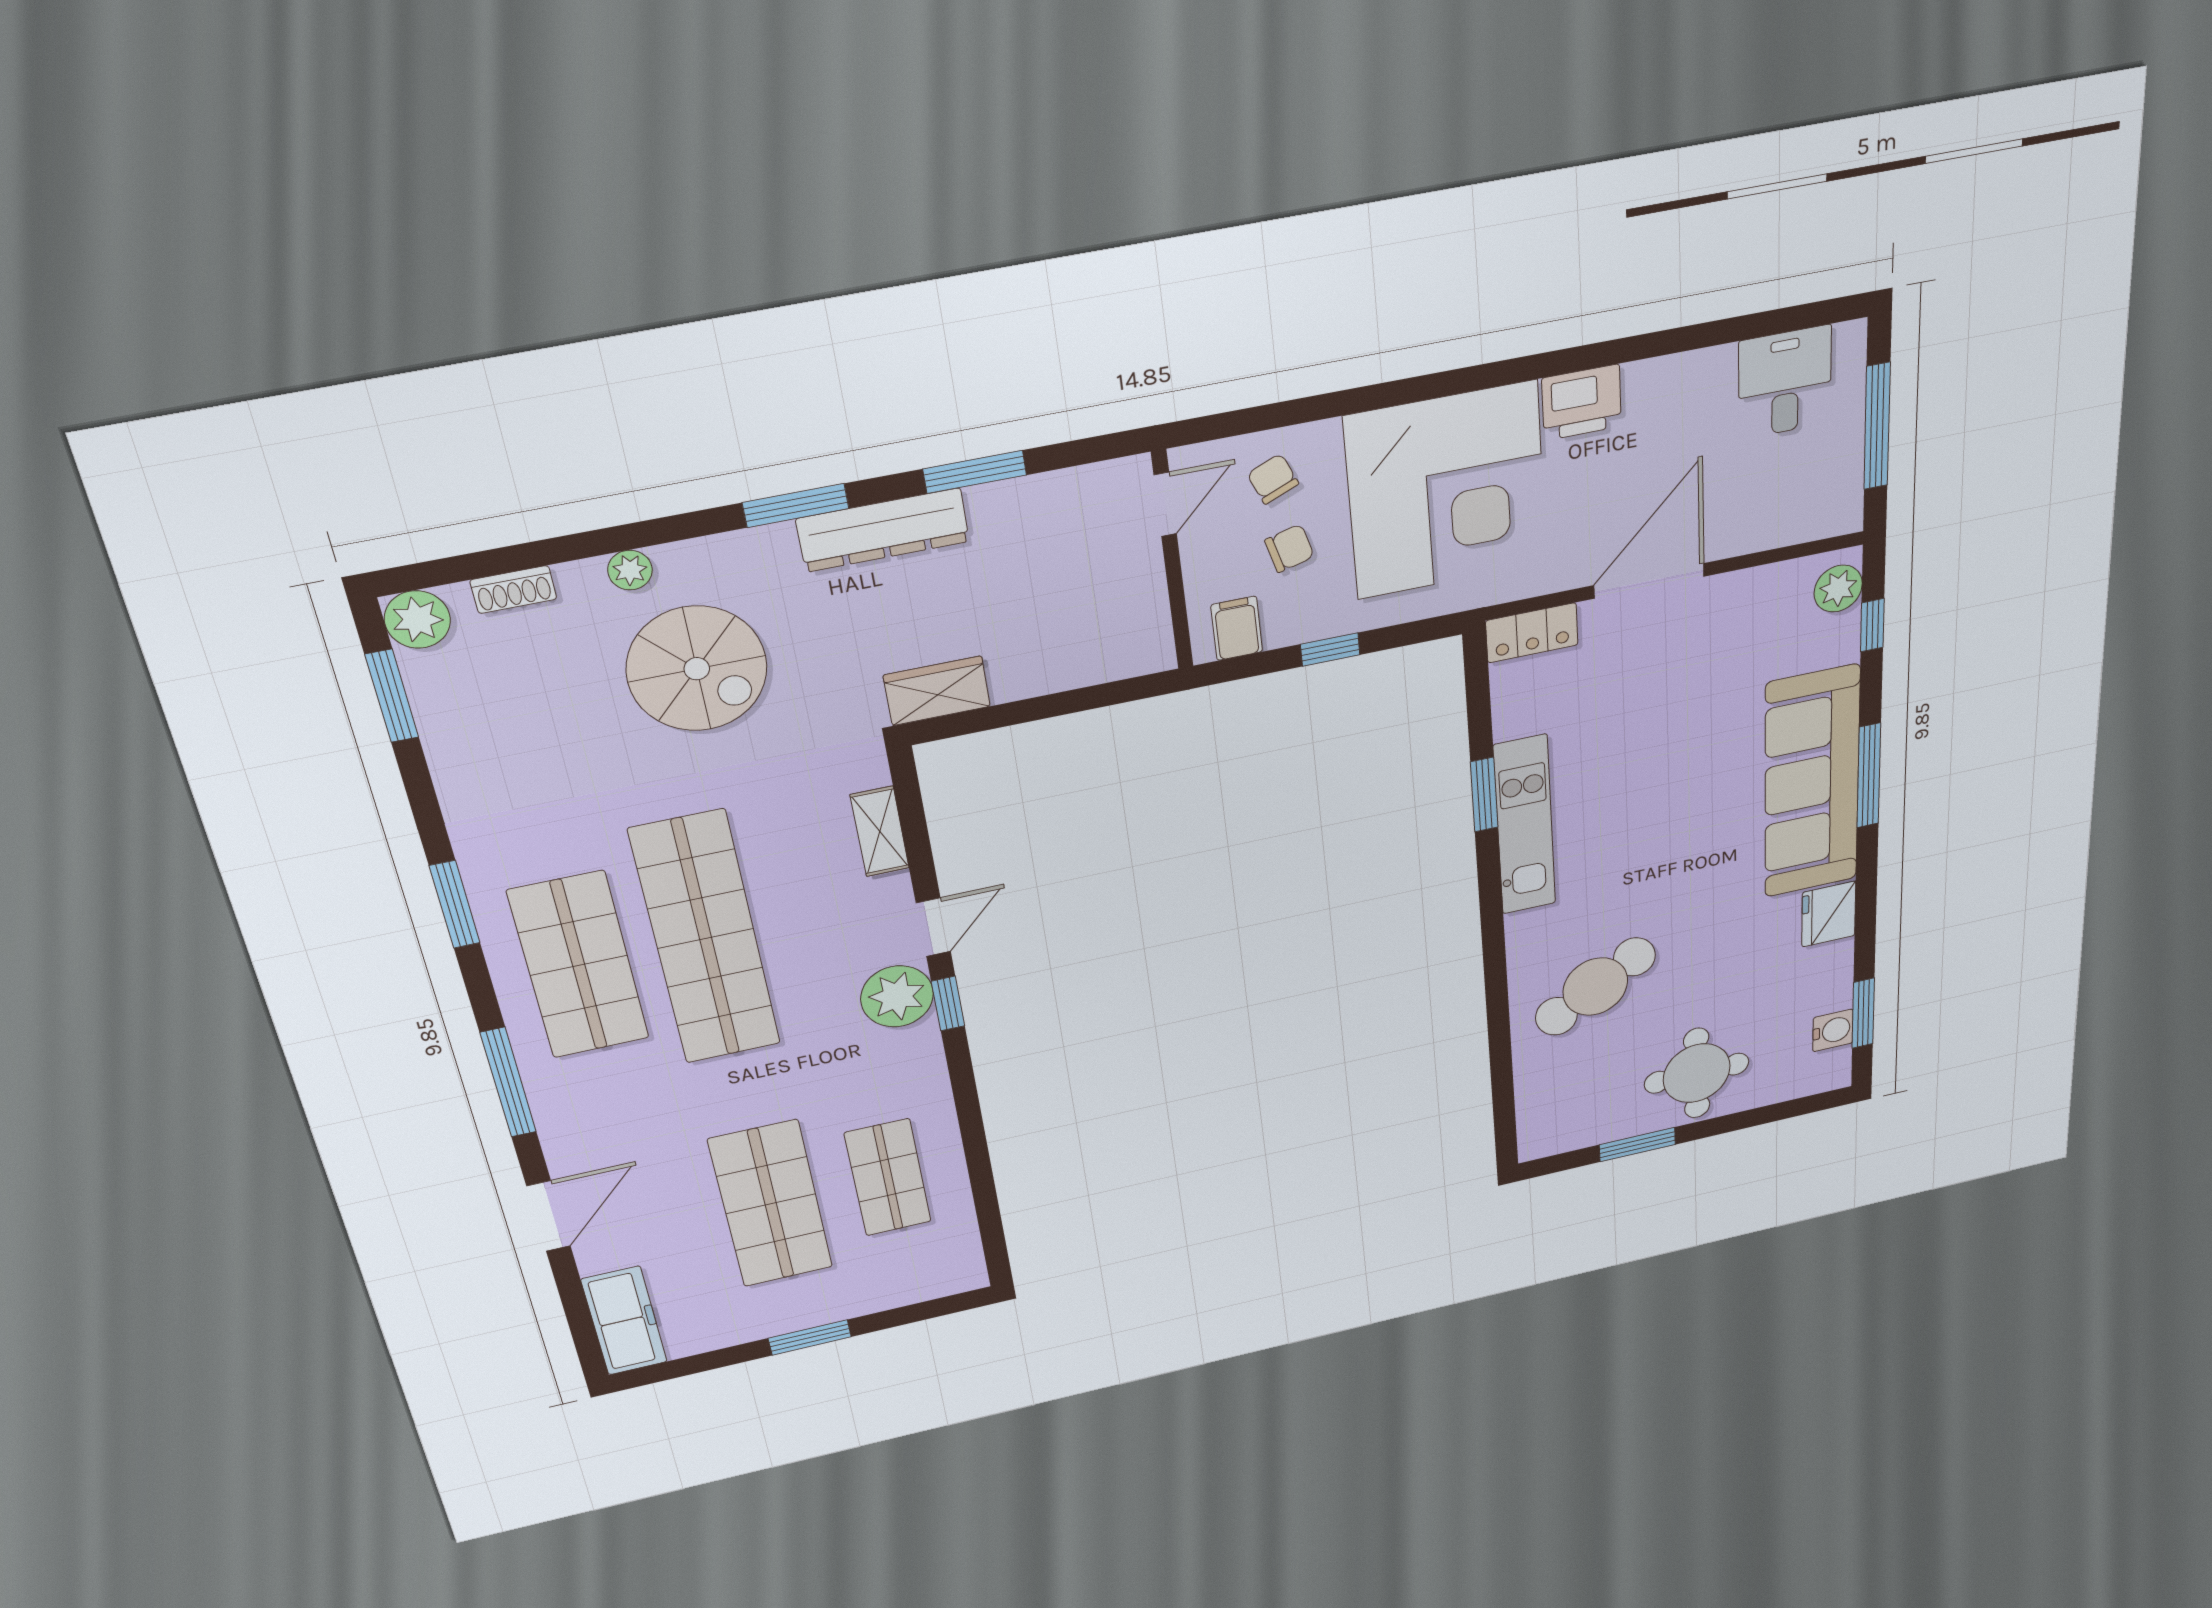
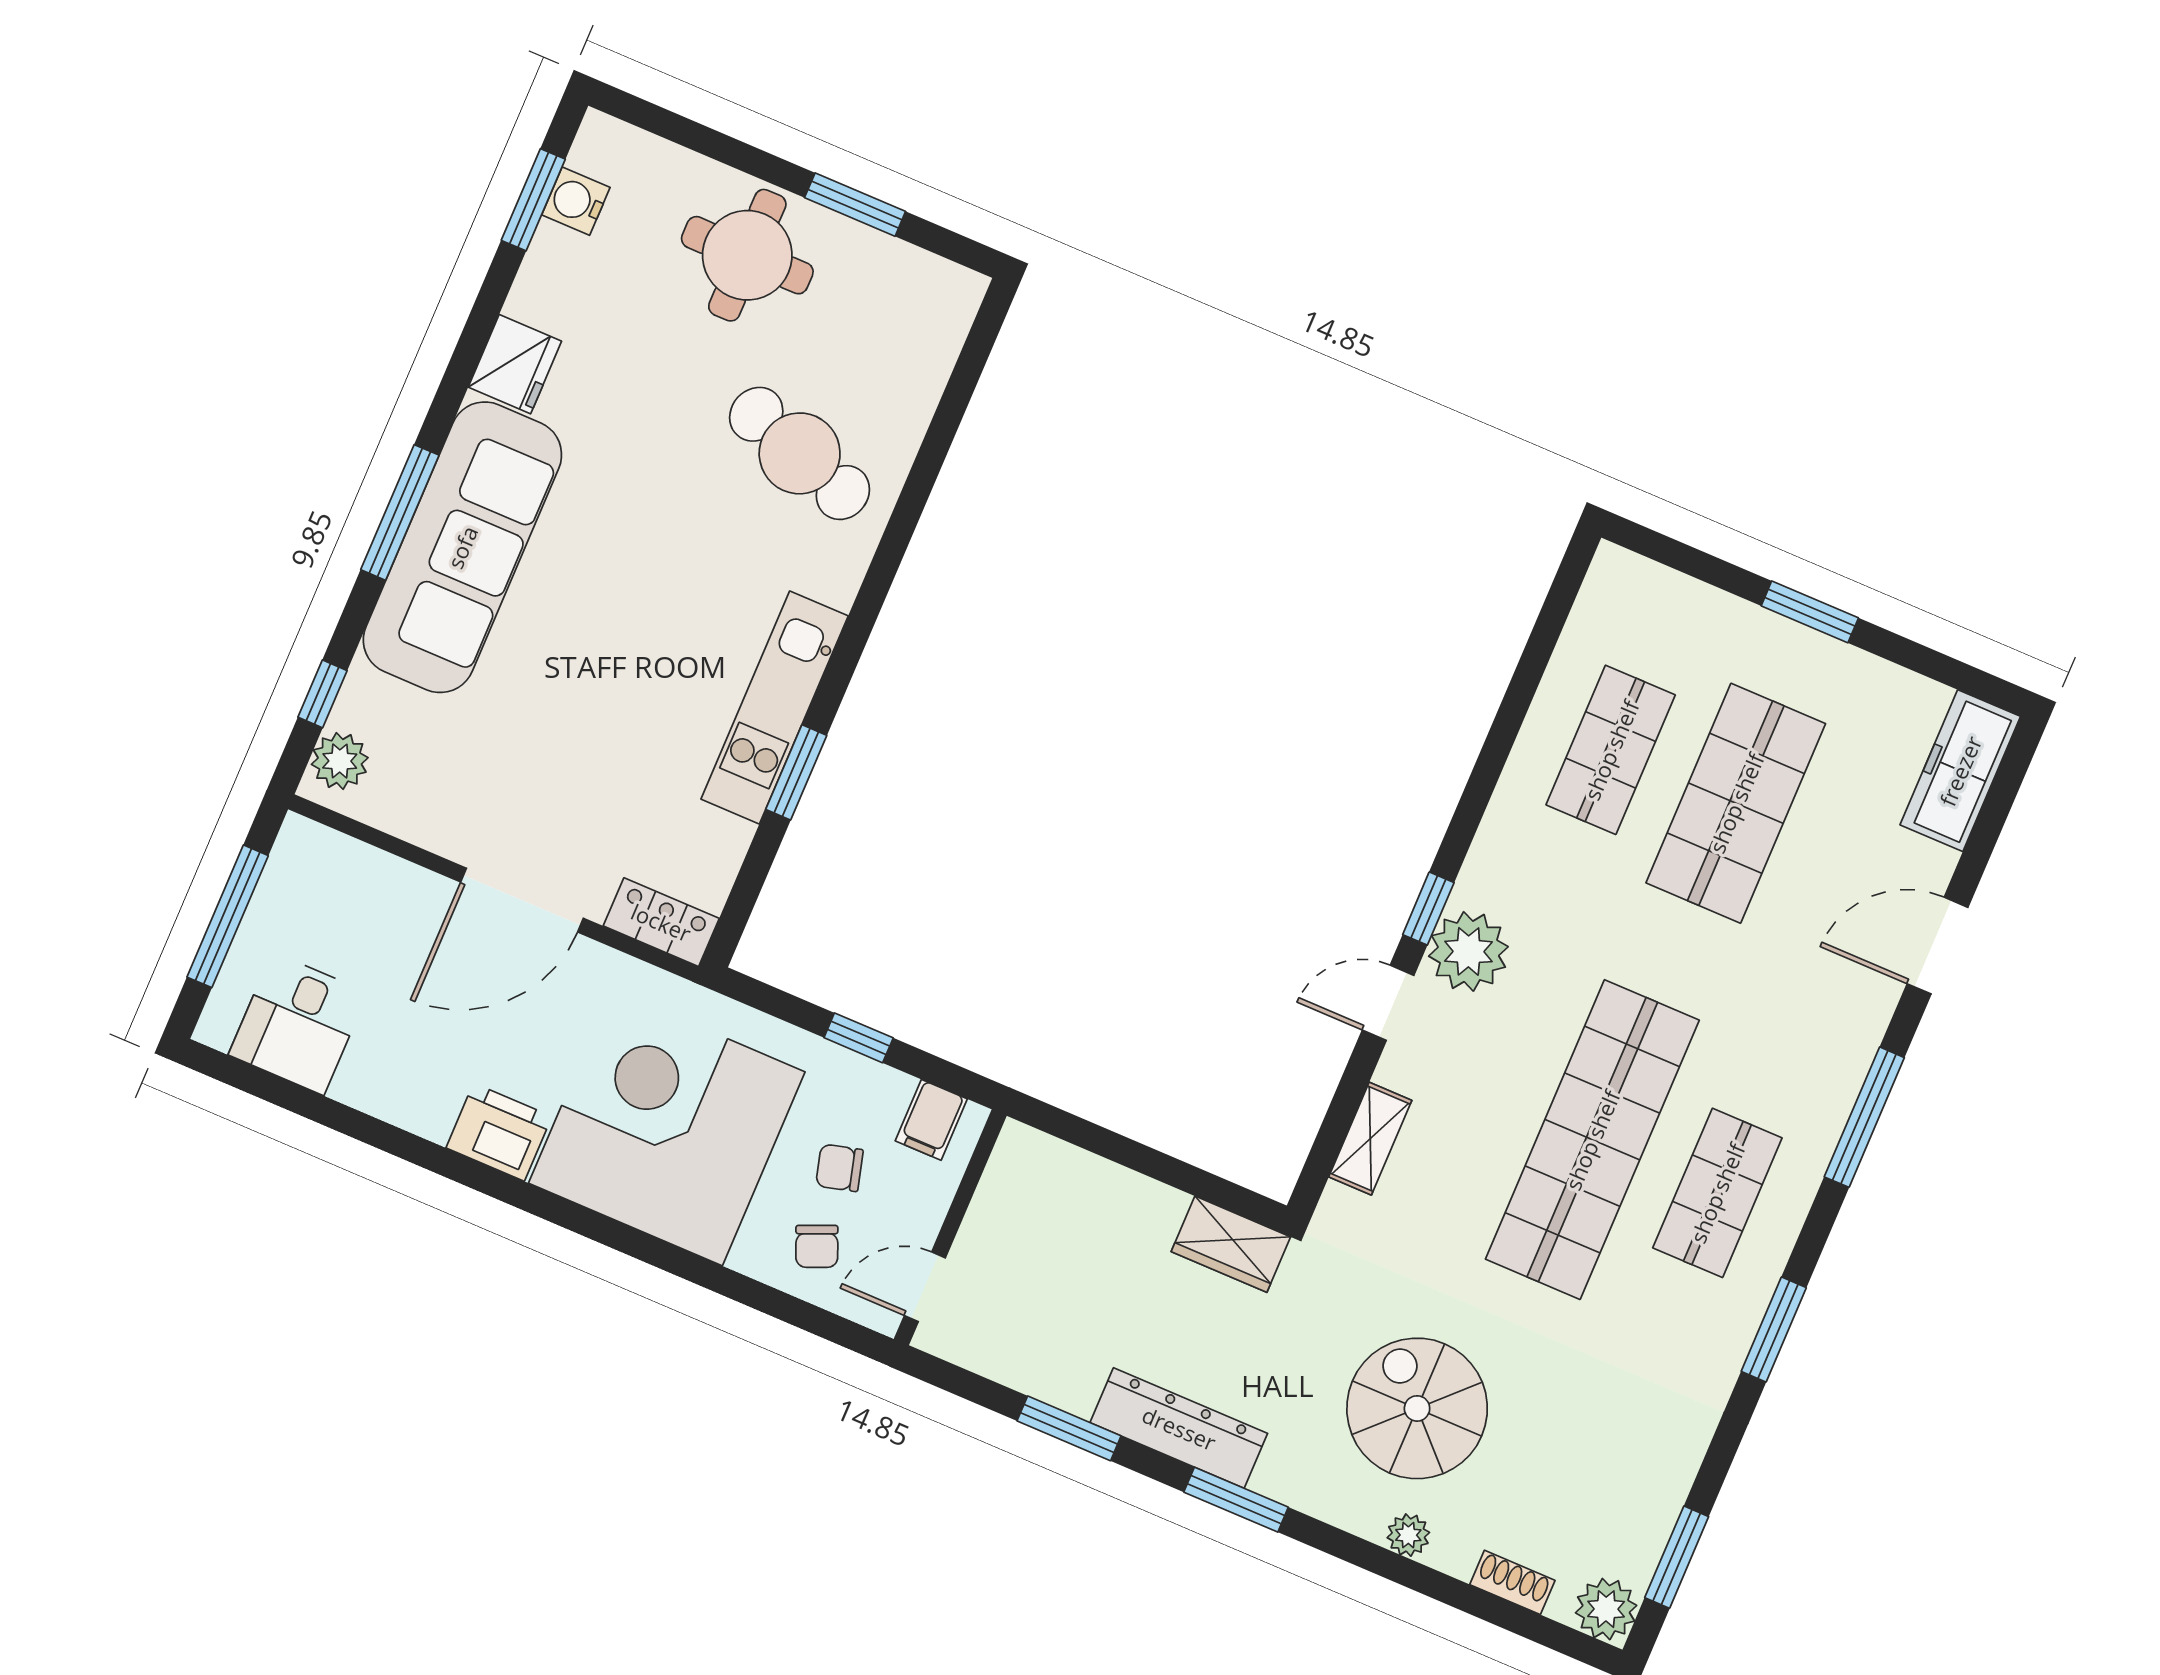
shop shelf: (579, 965) -> (1717, 1193), width x0.70, depth x0.74
cafe table: (1595, 987) -> (800, 453), turned 50

